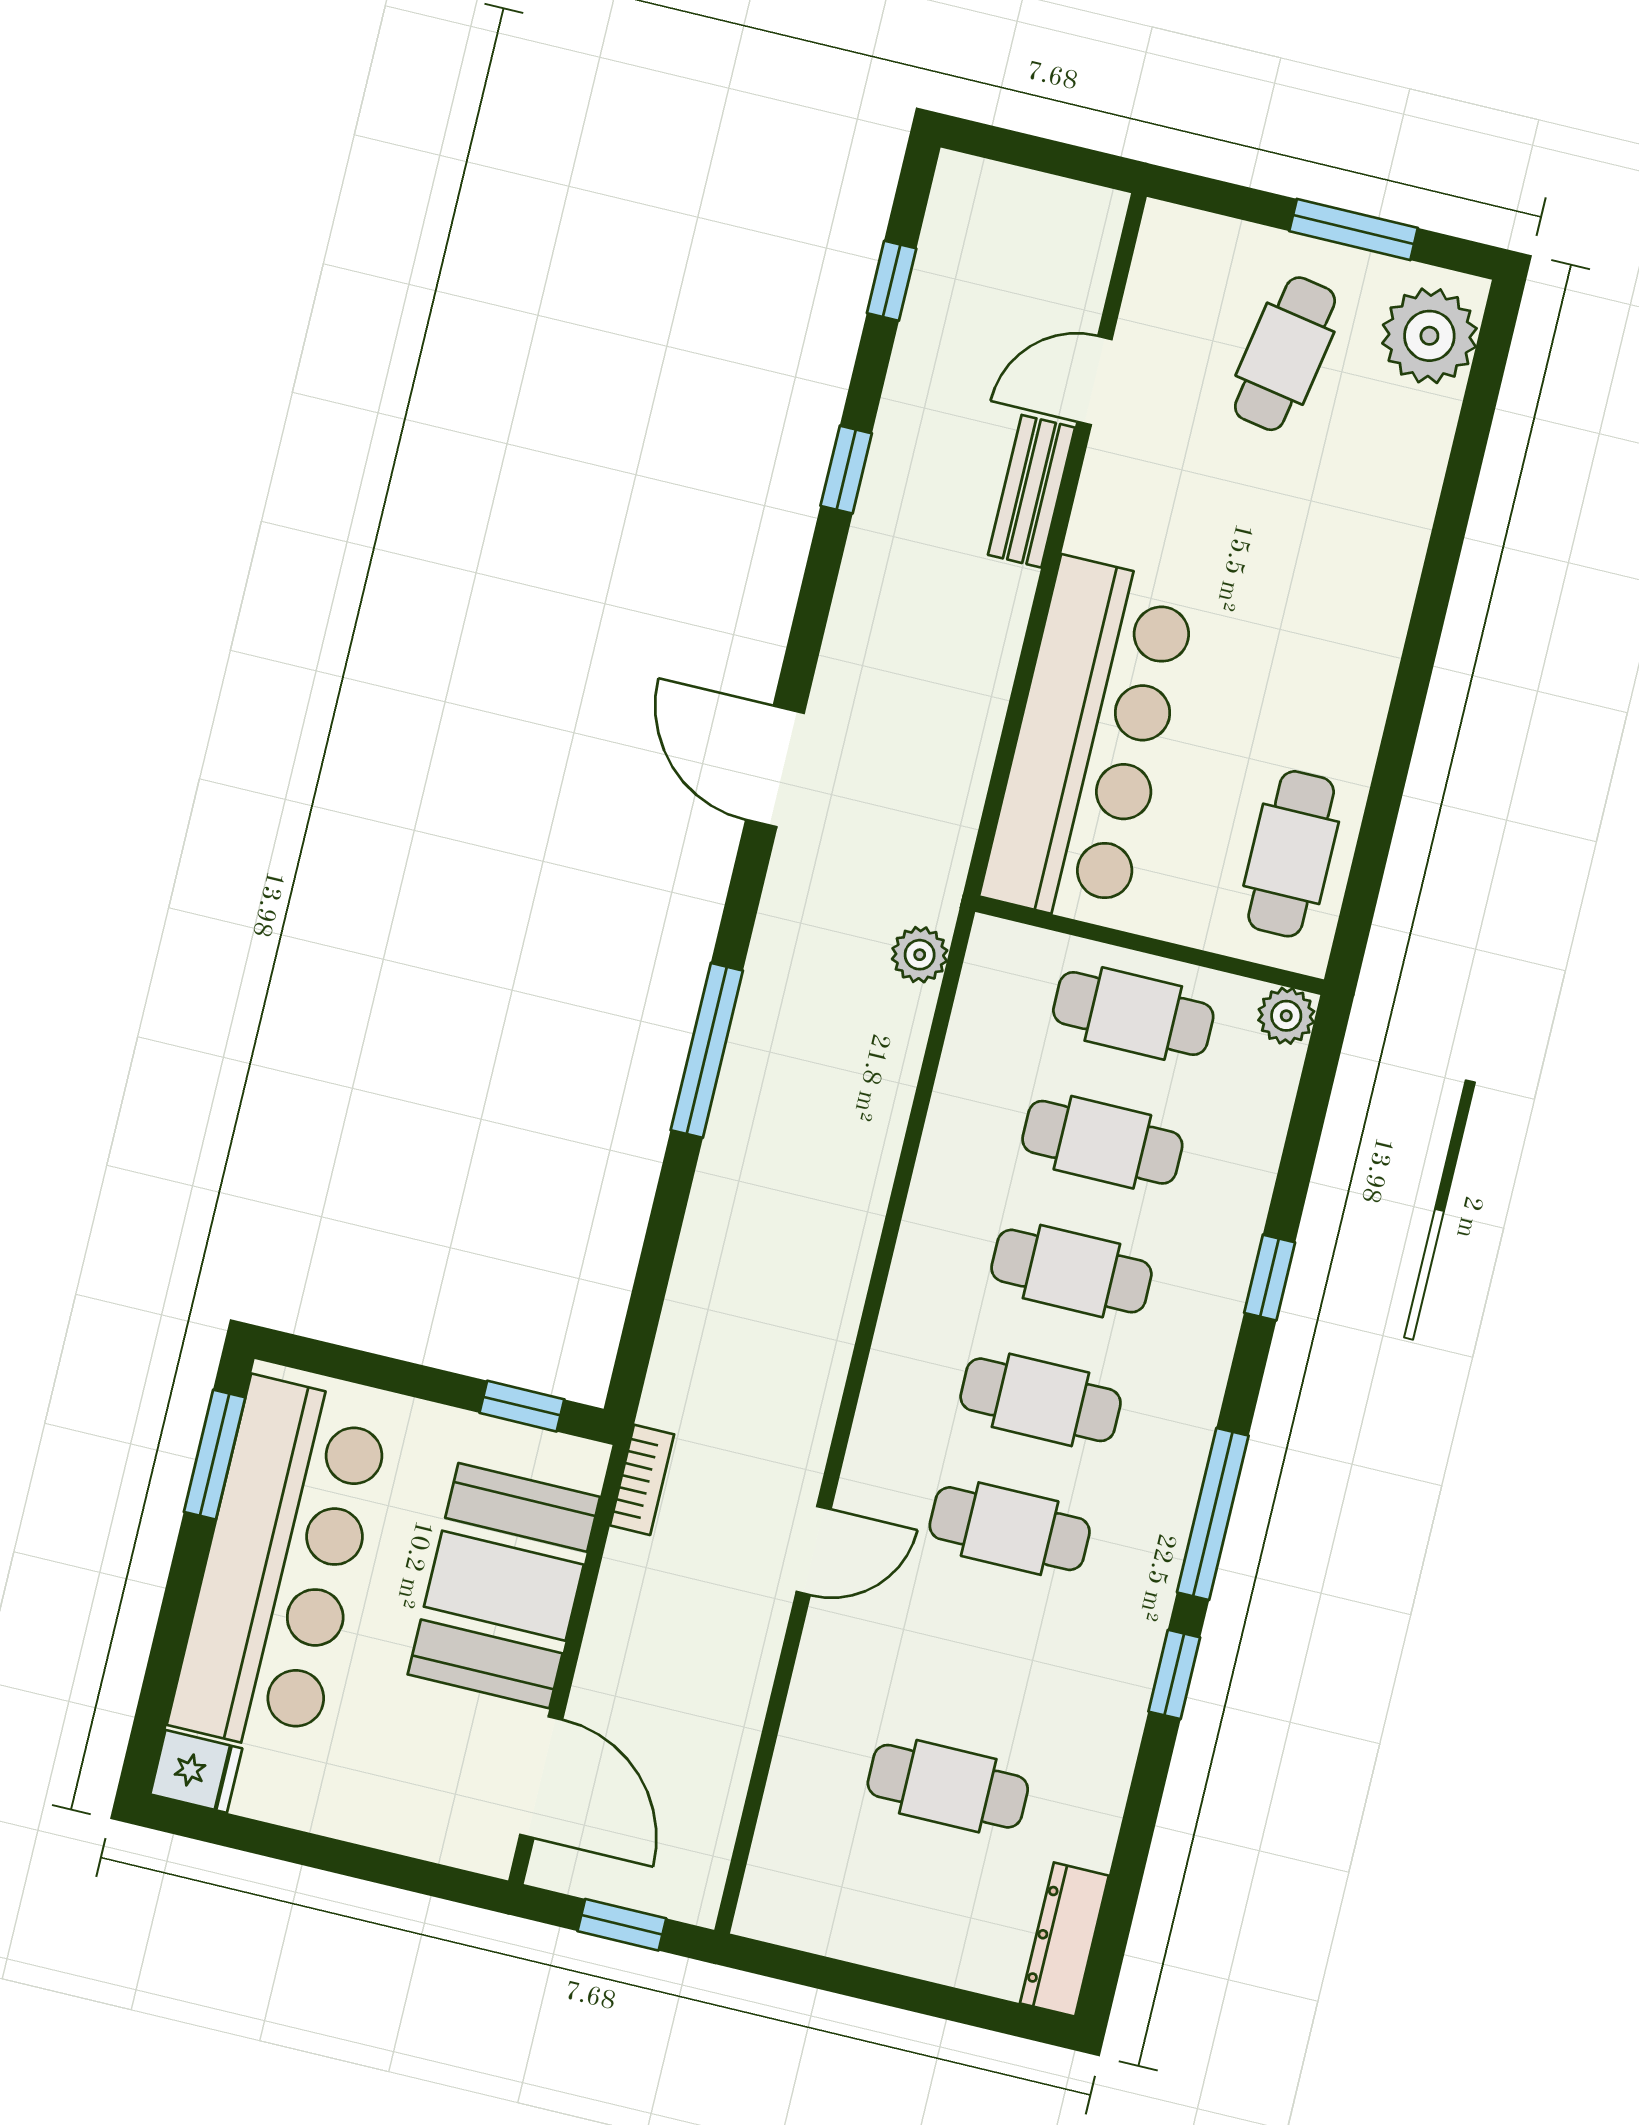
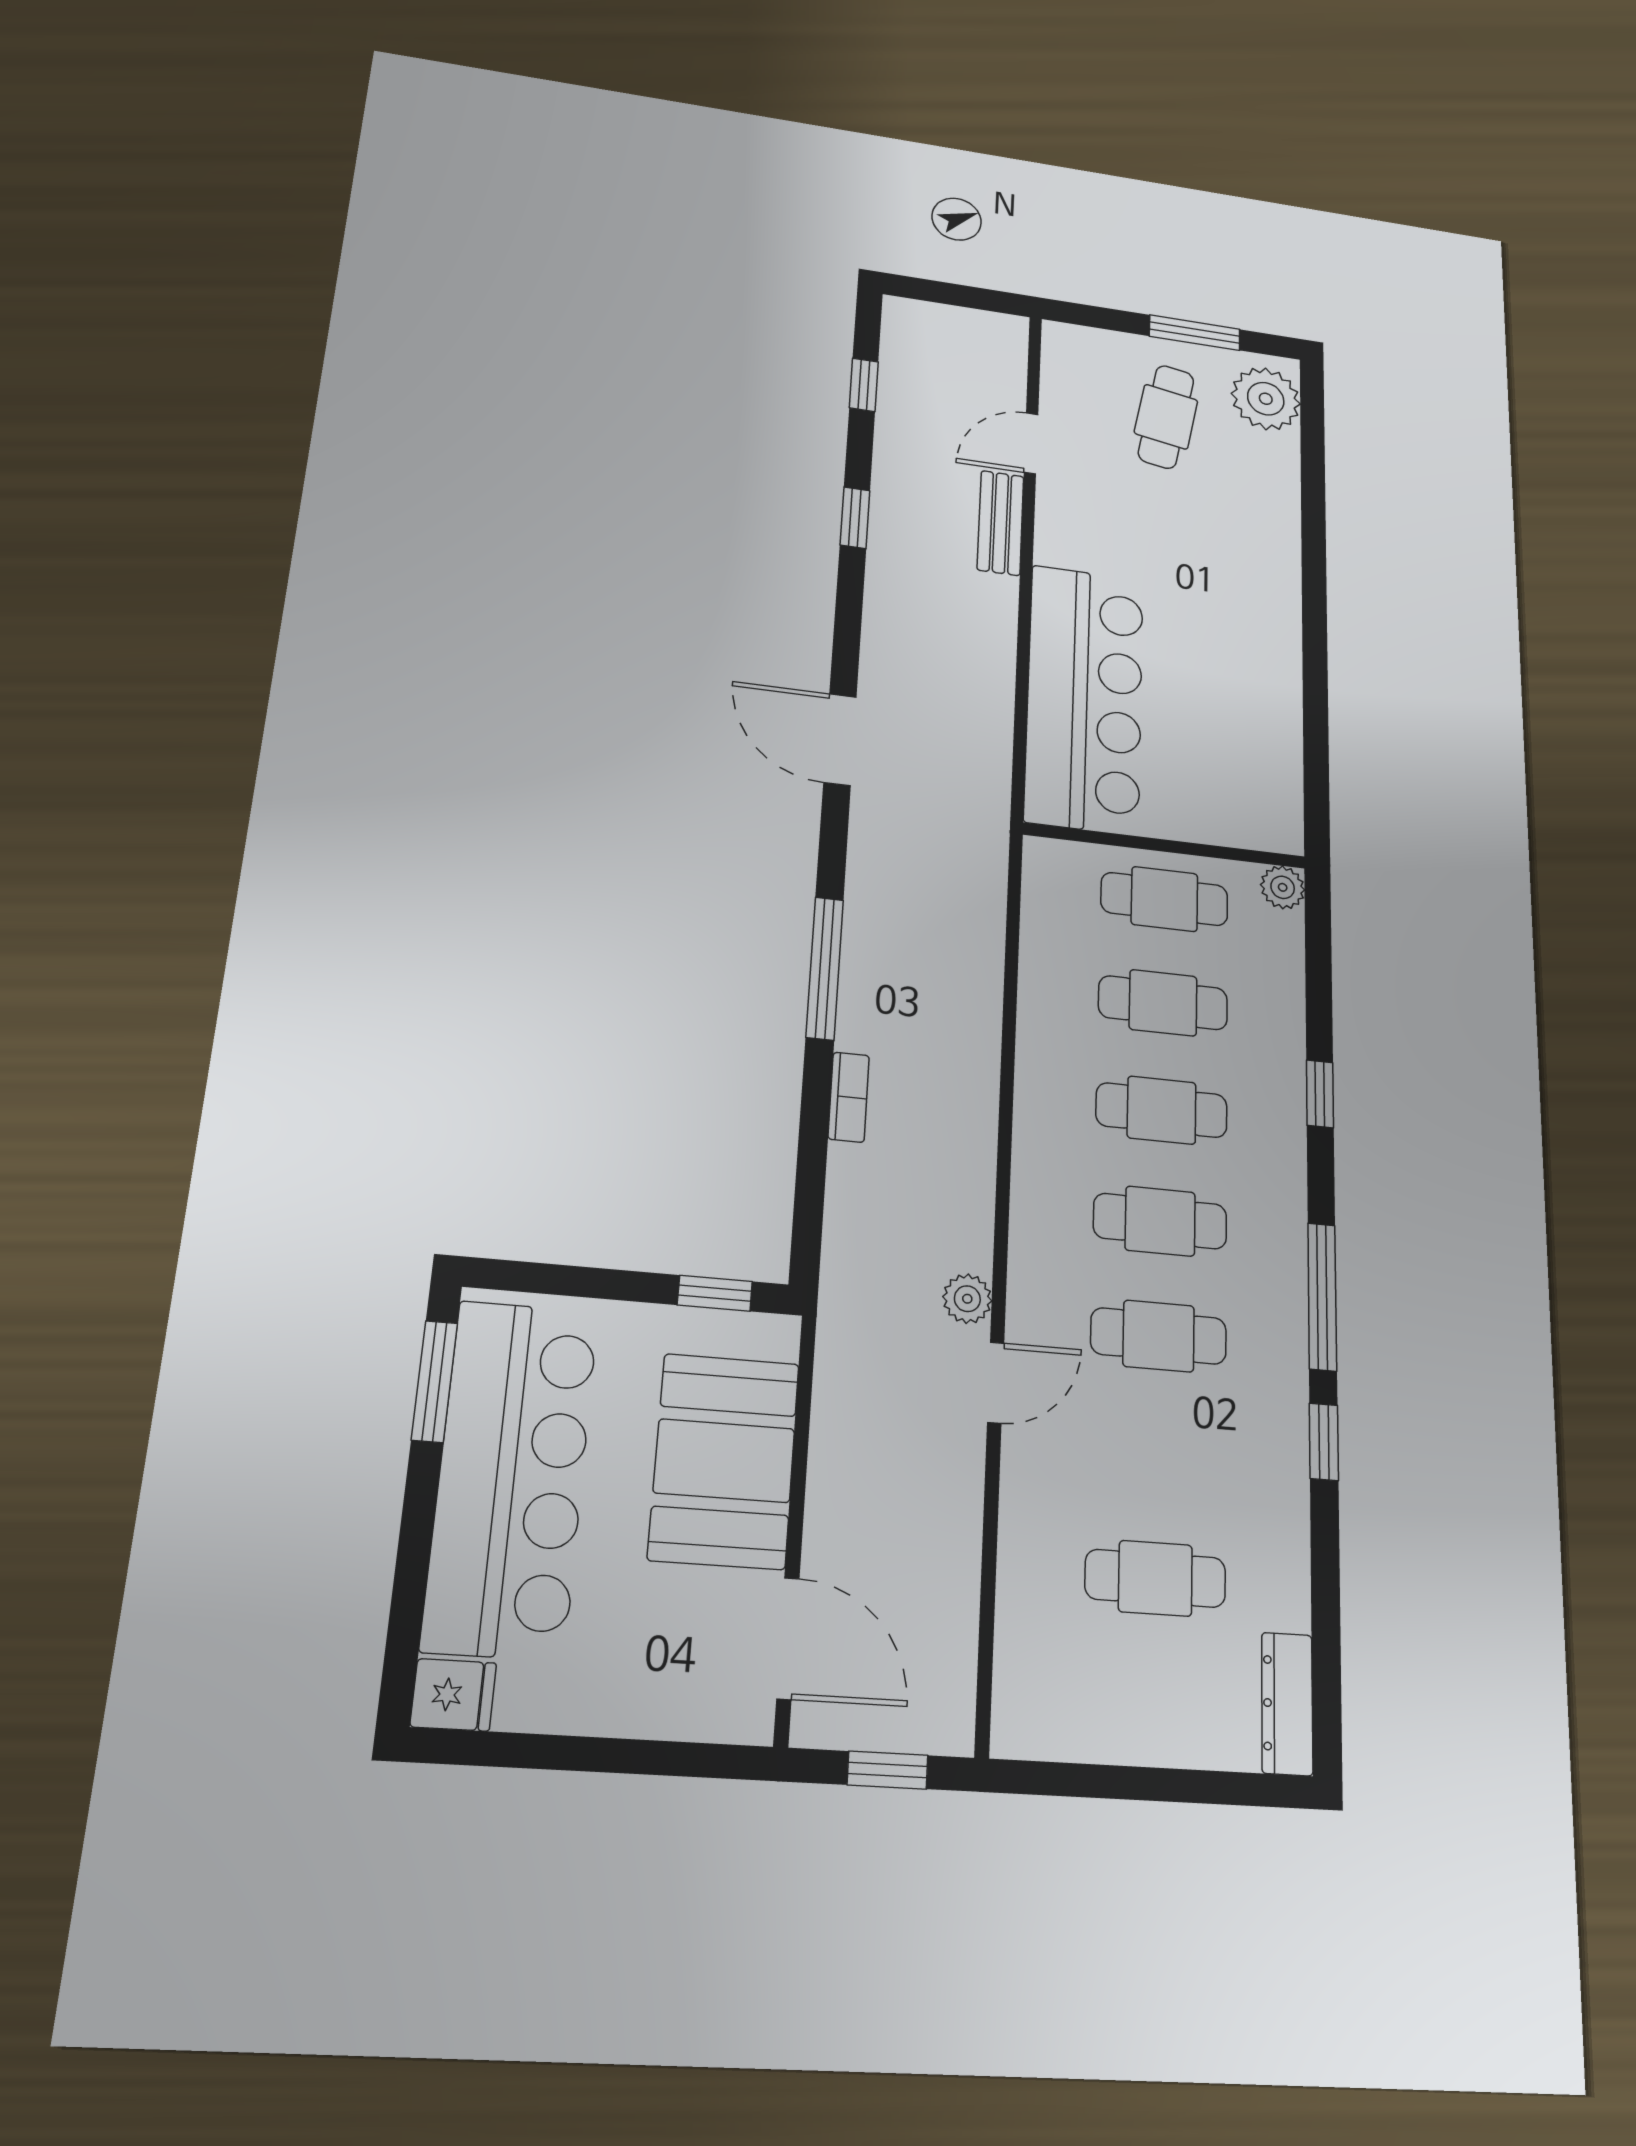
cafe table: (1291, 854) -> (1257, 766), removed
plant: (920, 955) -> (967, 1299), moved
bookcase: (642, 1480) -> (849, 1097), moved

